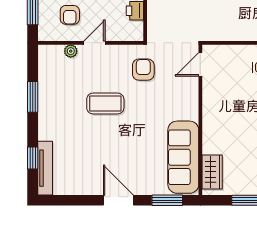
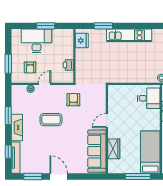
door: (200, 64) -> (107, 121), moved
fireplace: (47, 117) -> (17, 127), added
wardrobe: (212, 172) -> (114, 149), moved
window: (167, 200) -> (33, 177), moved

